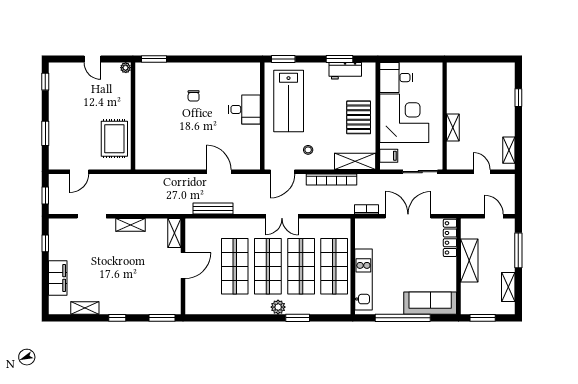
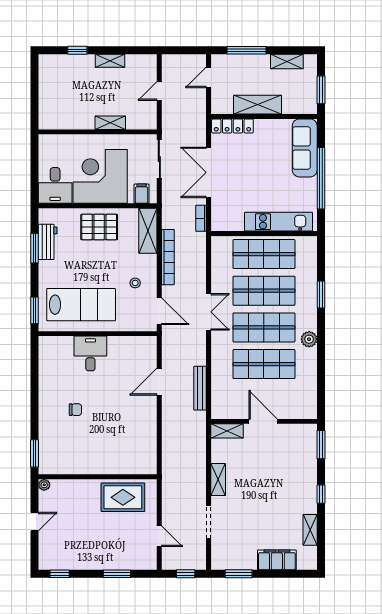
shelving: (509, 150) -> (110, 61), moved
window: (45, 243) -> (239, 574), width x1.50
plant: (278, 307) -> (309, 339), moved

